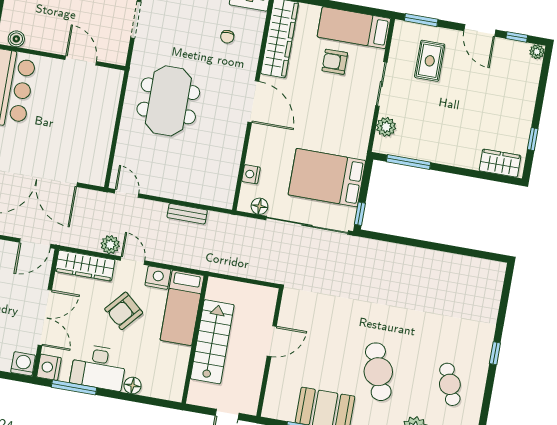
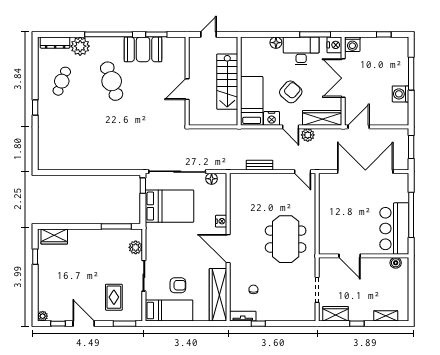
nightstand: (251, 174) -> (221, 221), moved
cafe table: (450, 384) -> (62, 81), turned 42

